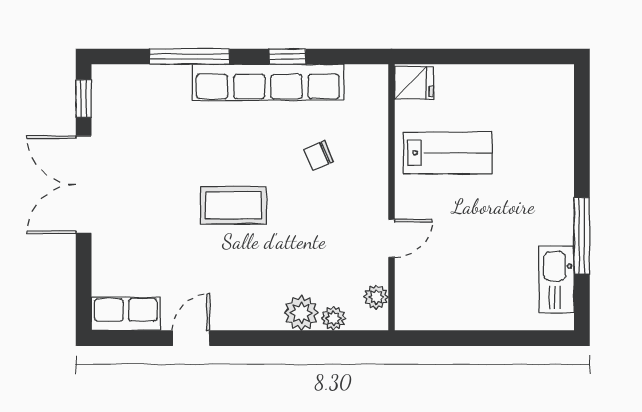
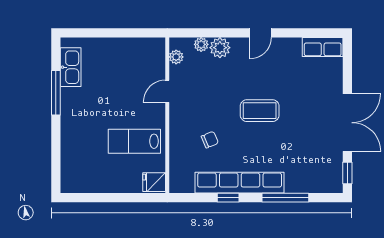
door: (191, 338) -> (260, 33), moved

